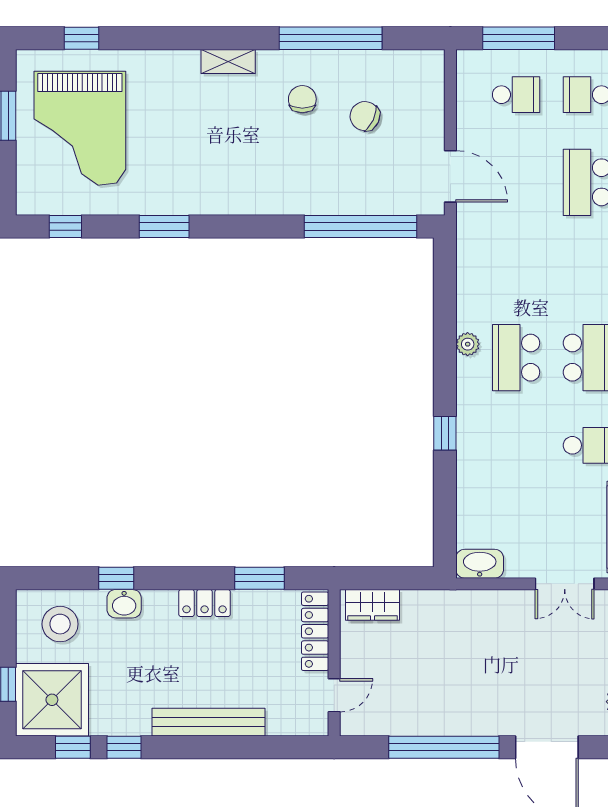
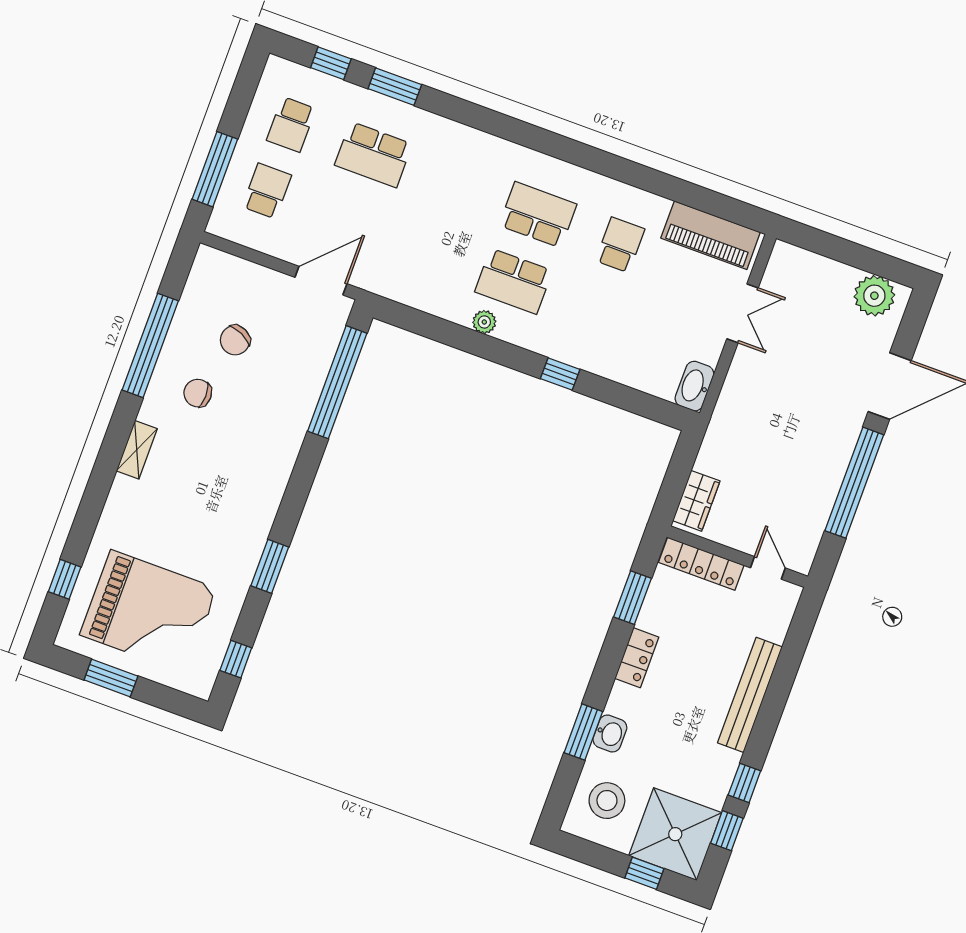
window: (116, 578) -> (583, 732), width x1.50

